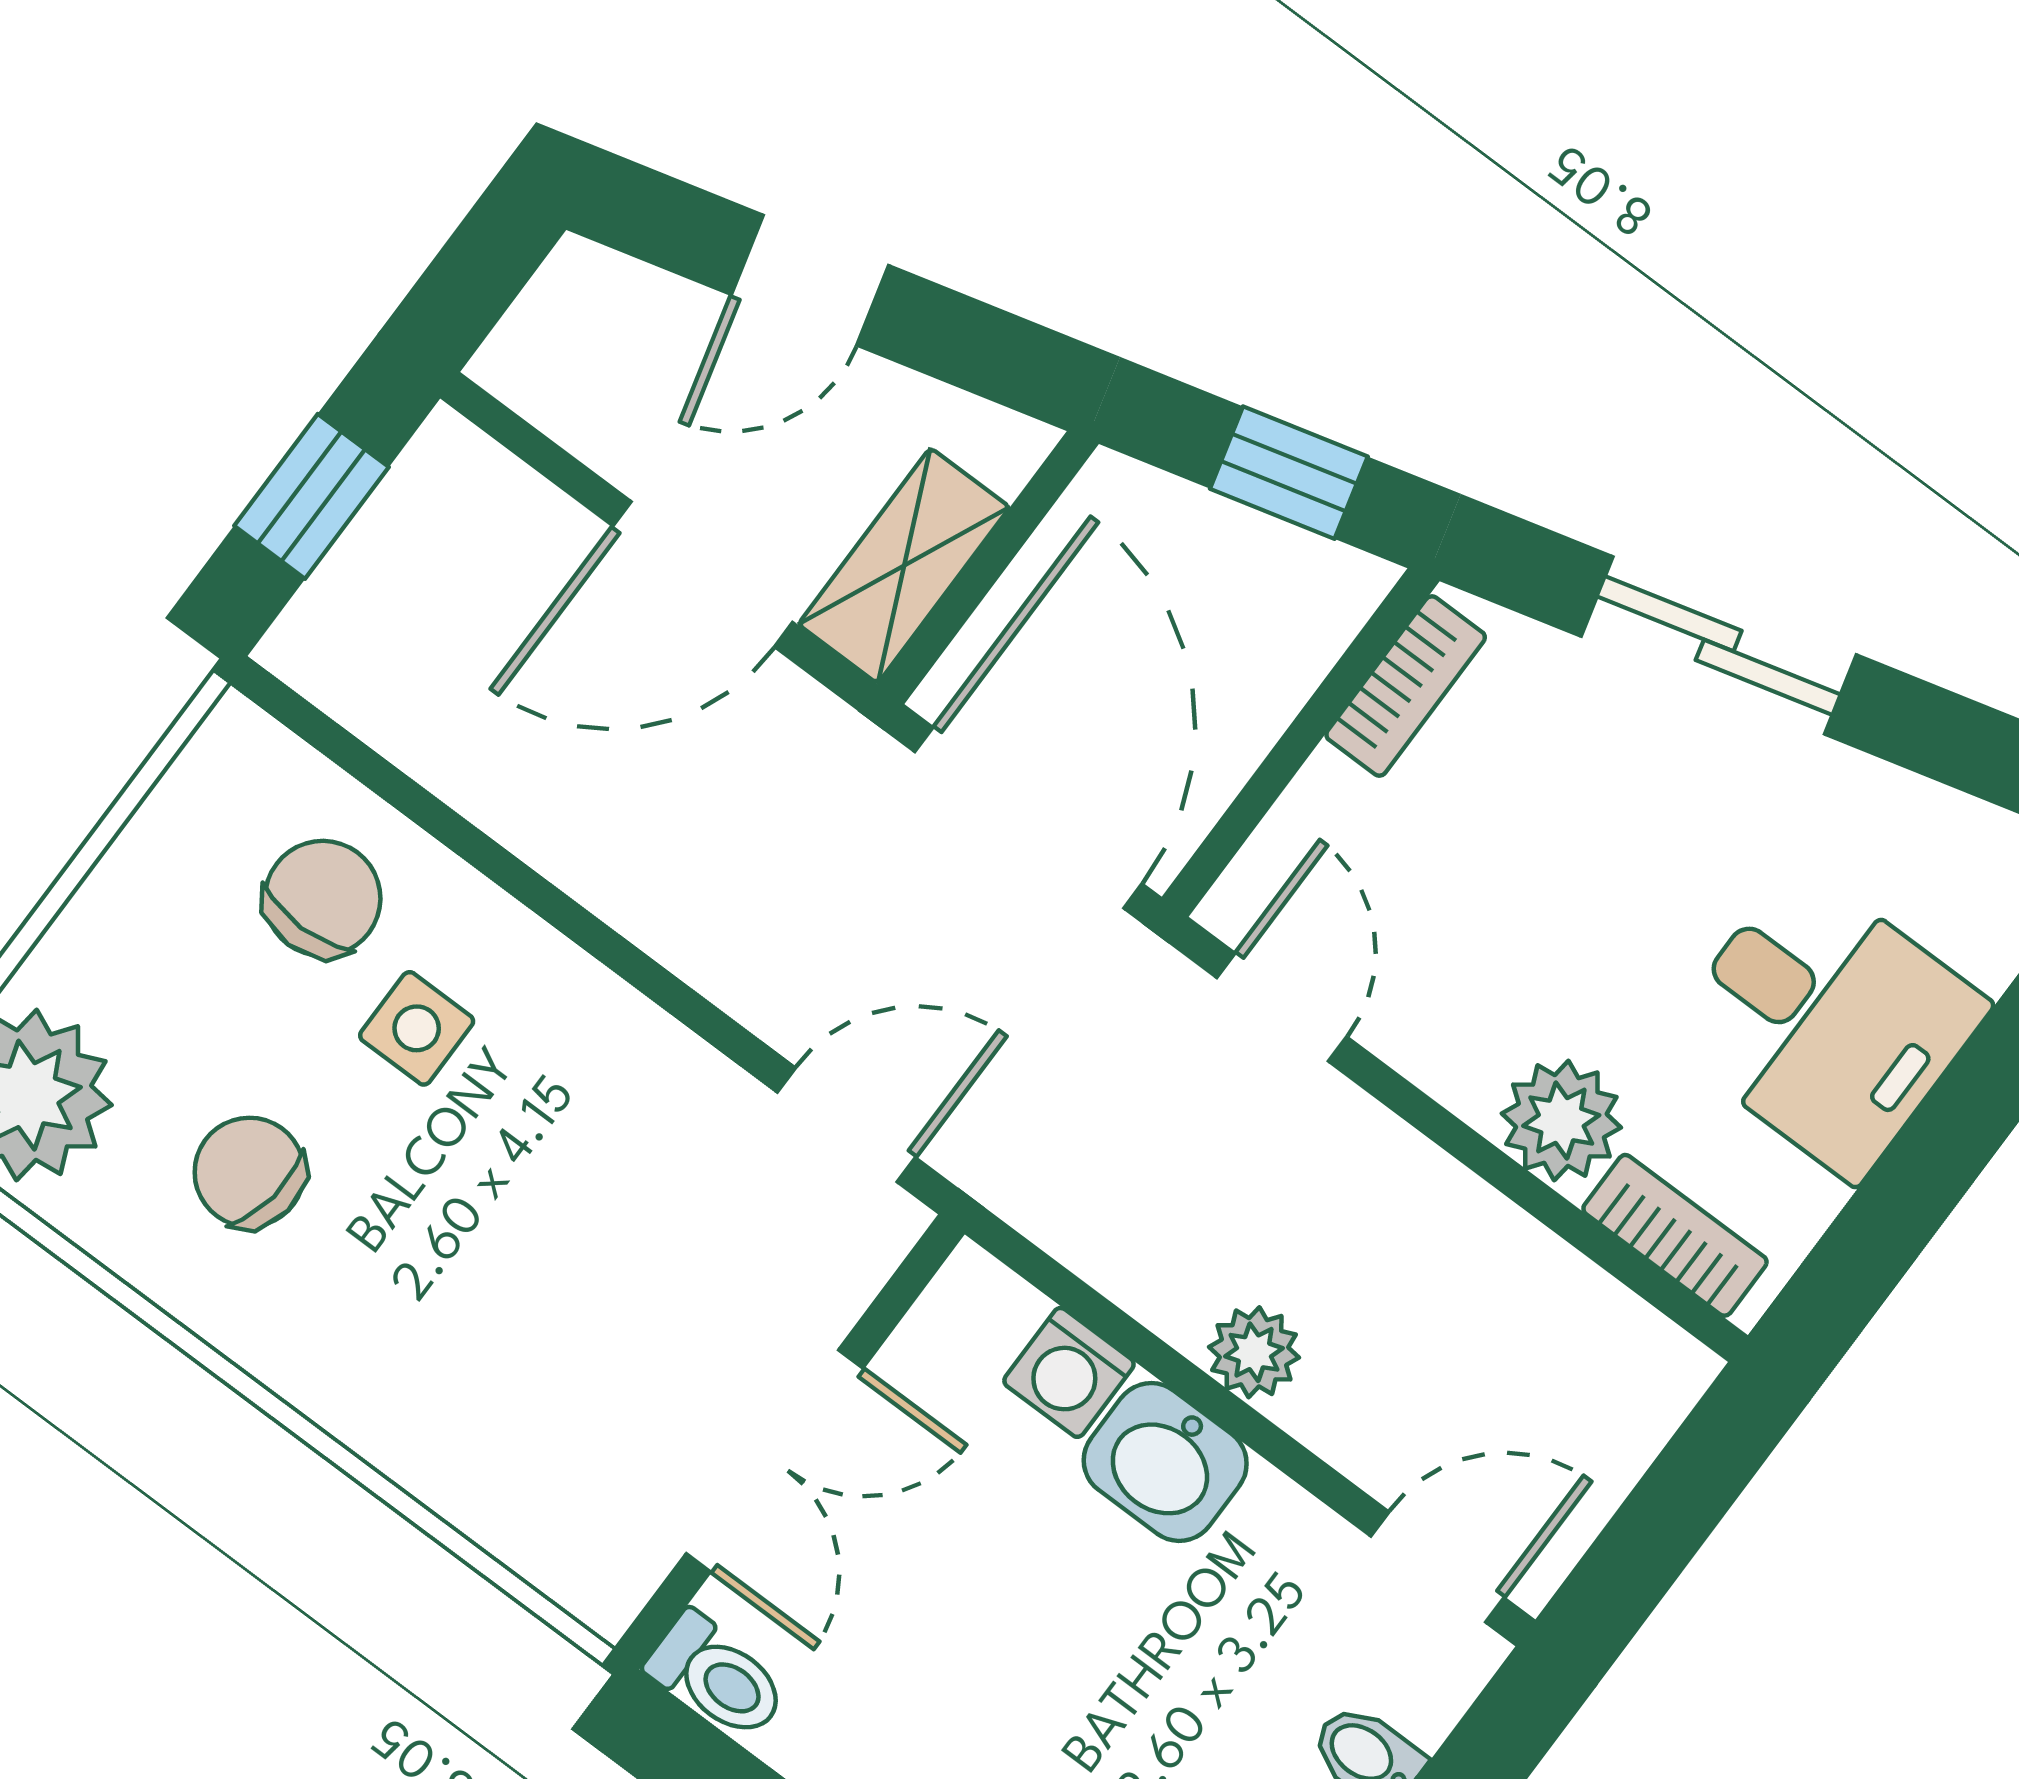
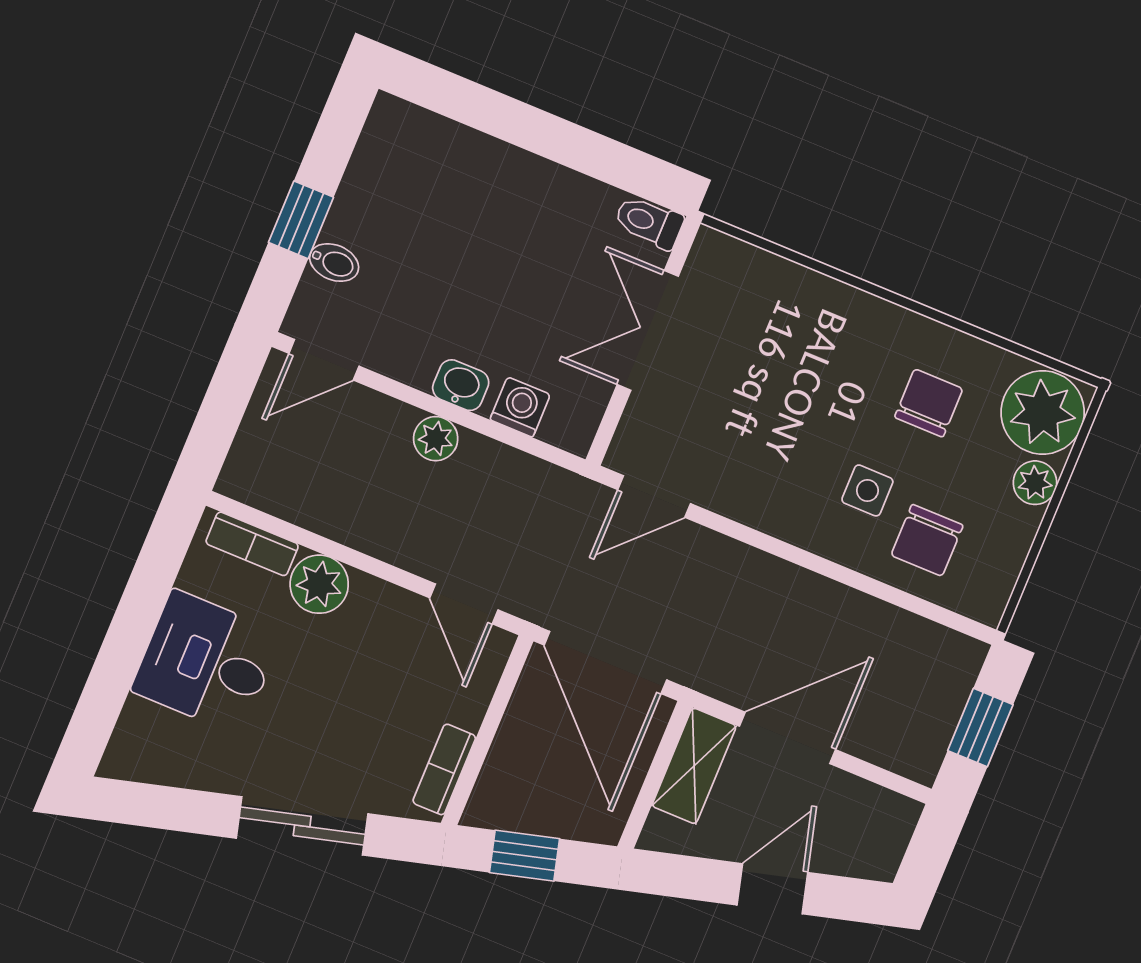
plant: (77, 958) -> (1035, 483), added
chair: (249, 1172) -> (929, 403), turned -98
washbasin: (1165, 1462) -> (461, 385), width x0.72, depth x0.69

